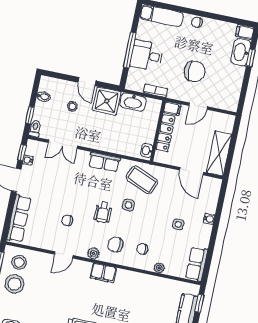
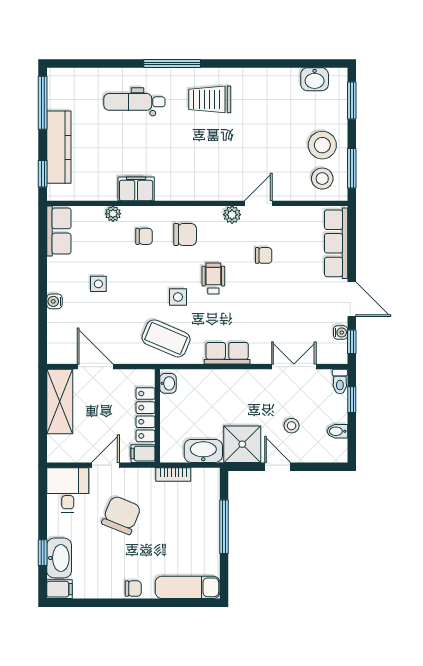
desk: (147, 55) -> (68, 490), moved, turned -90
chair: (195, 71) -> (121, 515), turned 112
plant: (93, 253) -> (232, 215), moved
filing cabinet: (103, 273) -> (136, 189), moved

